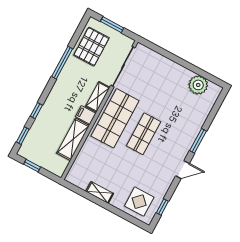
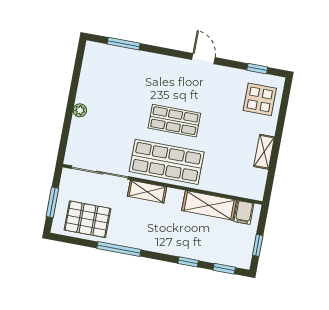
plant: (198, 85) -> (80, 110), moved, width x0.53, depth x0.53
filing cabinet: (86, 115) -> (244, 212), moved
window: (198, 141) -> (124, 44), moved

